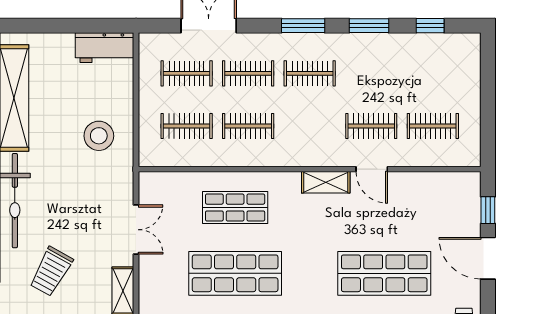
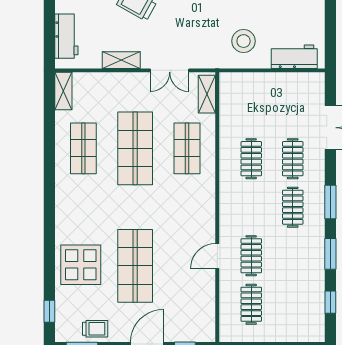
workbench: (105, 48) -> (294, 57), moved, turned 90
clothes rail: (187, 73) -> (293, 110), removed
clothes rail: (187, 126) -> (251, 110), removed
shelving: (326, 182) -> (207, 94), moved

